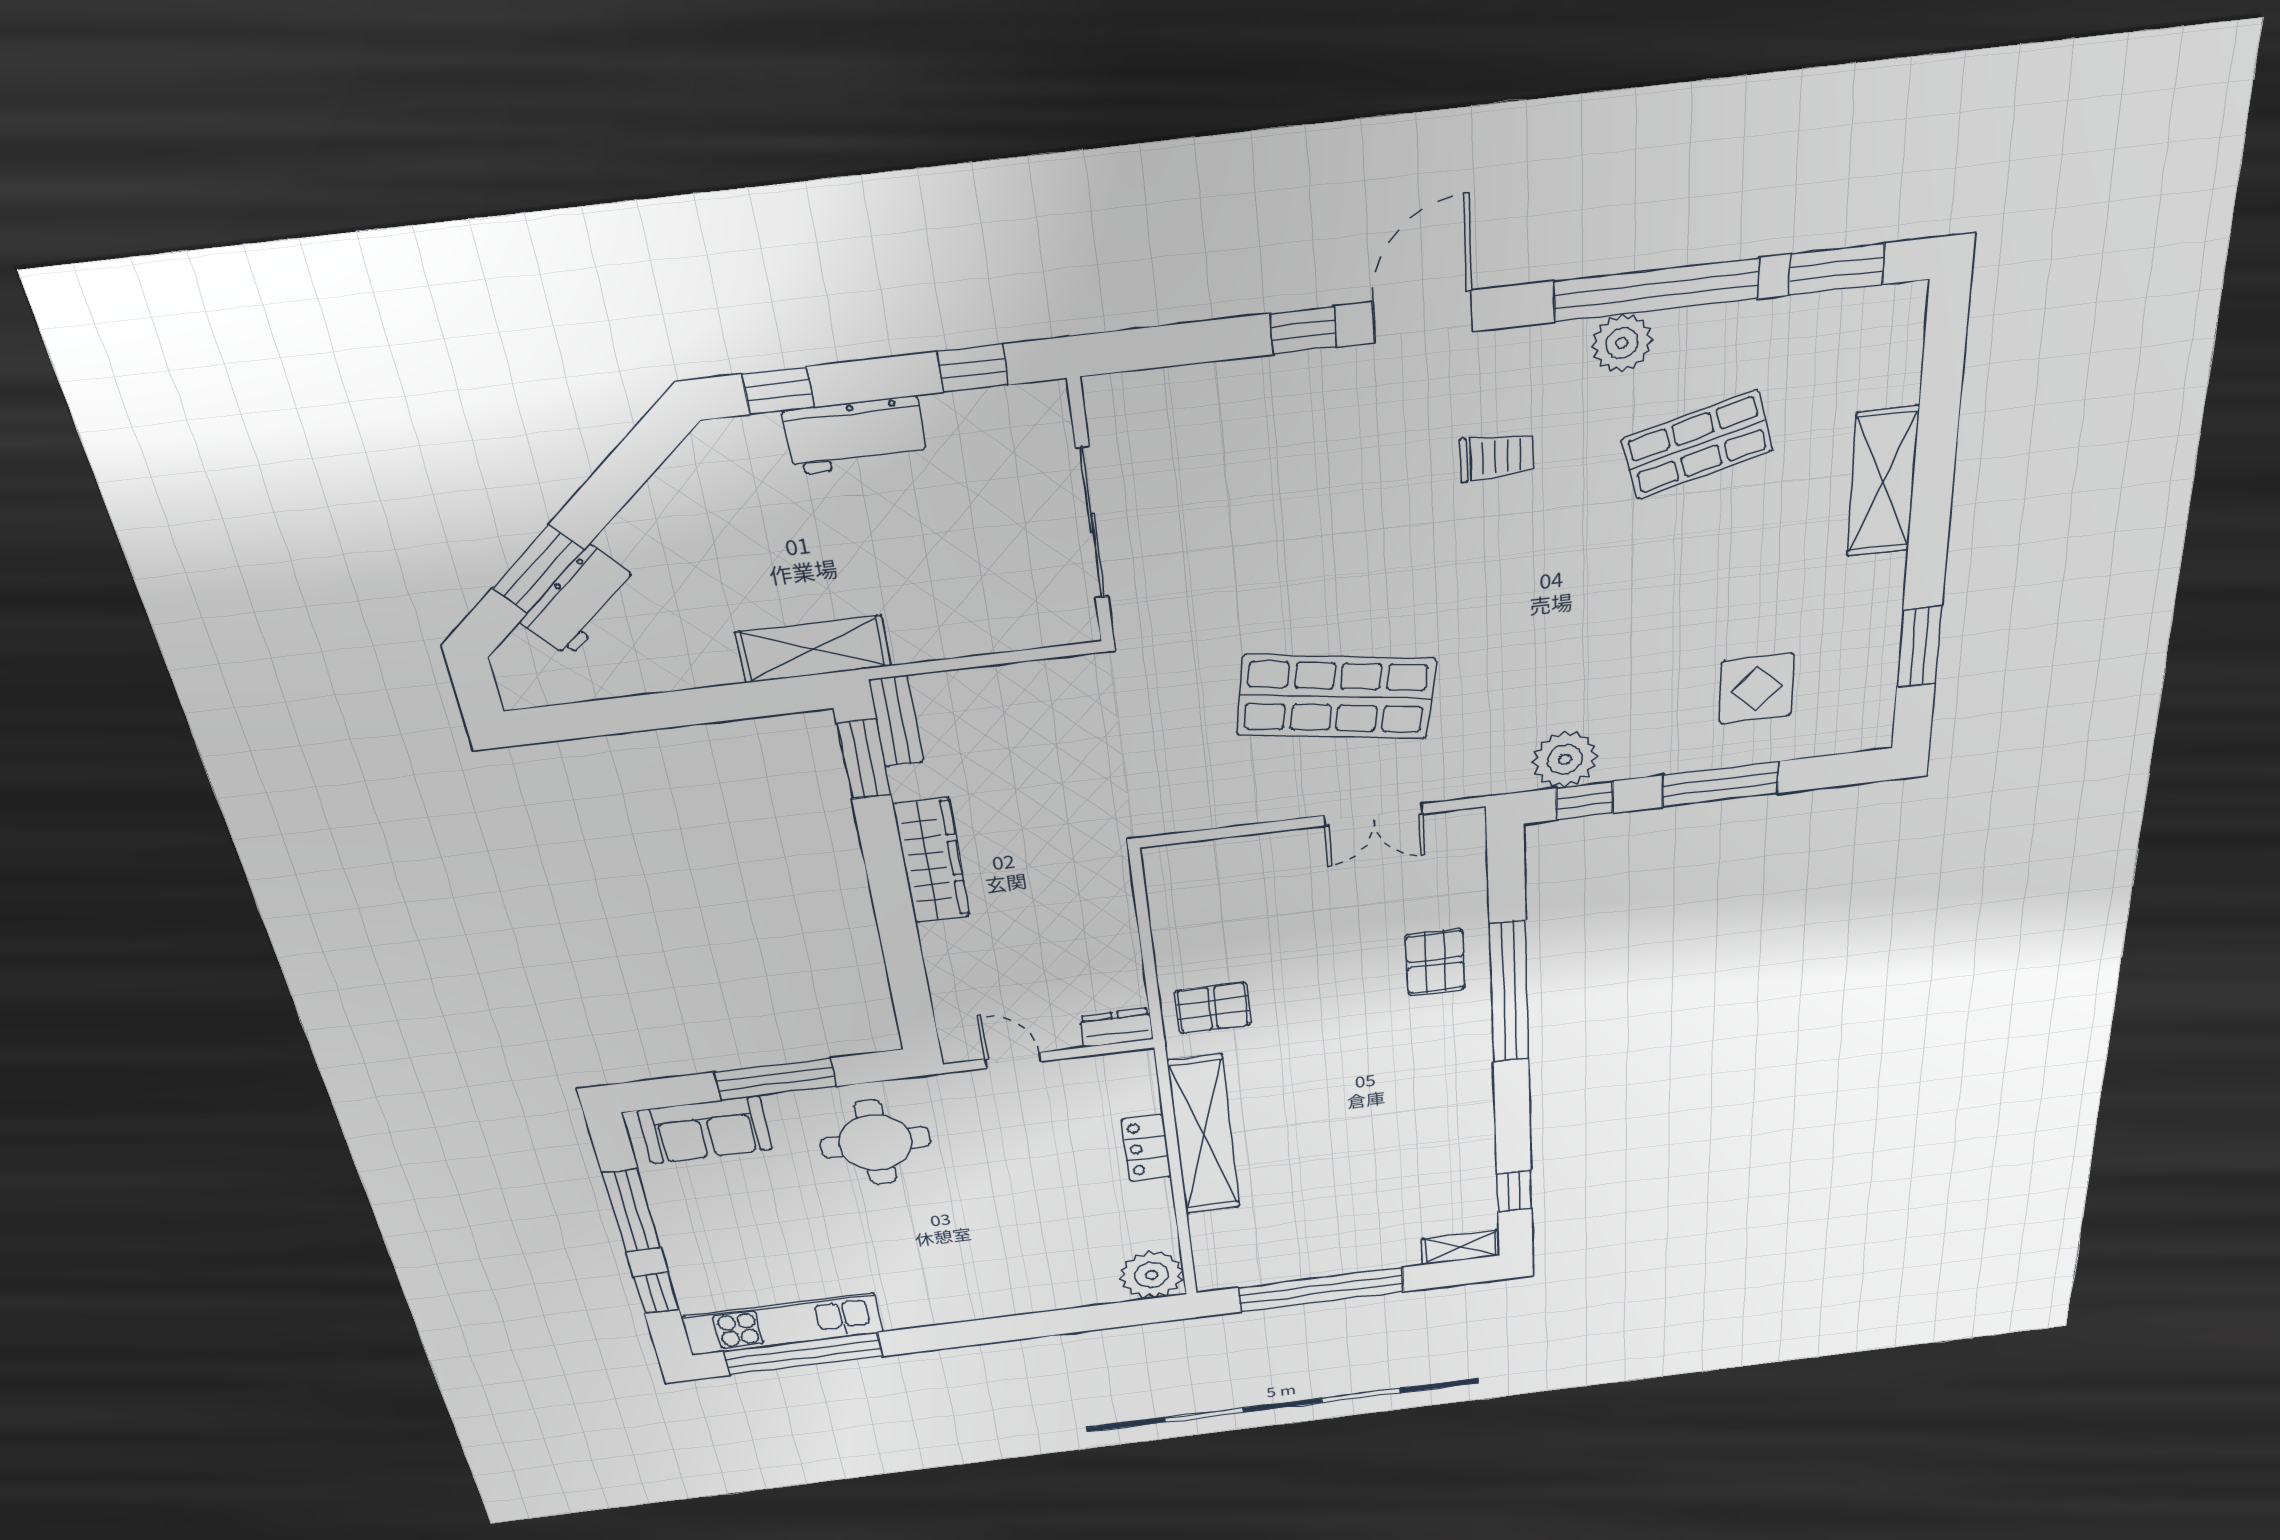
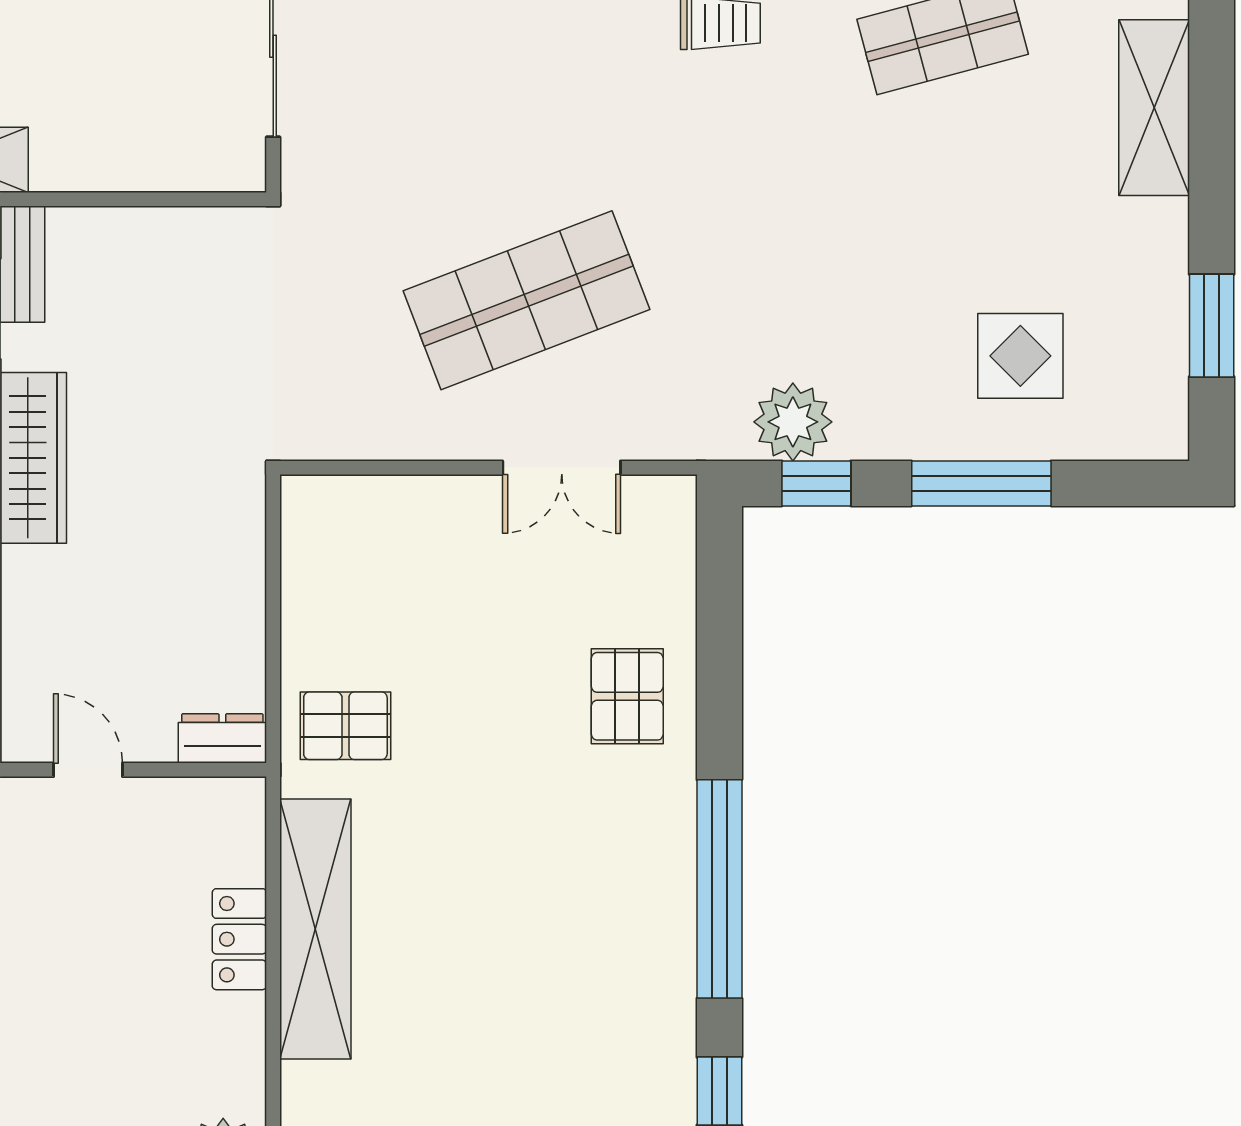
shop shelf: (1336, 697) -> (526, 300), turned -30
window: (1509, 992) -> (719, 889), moved

